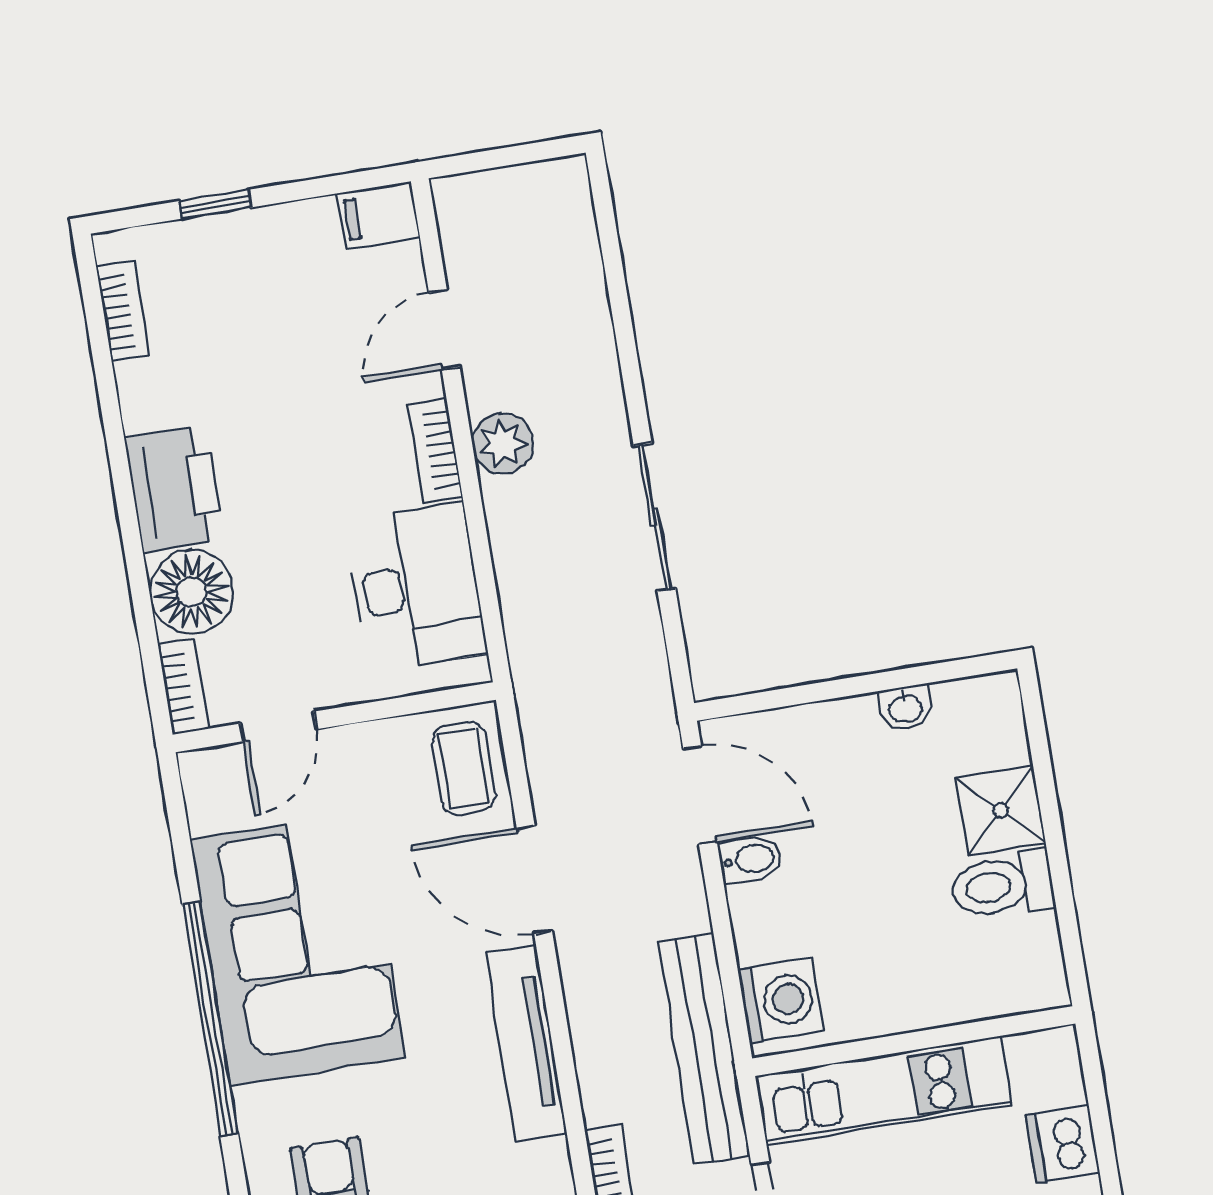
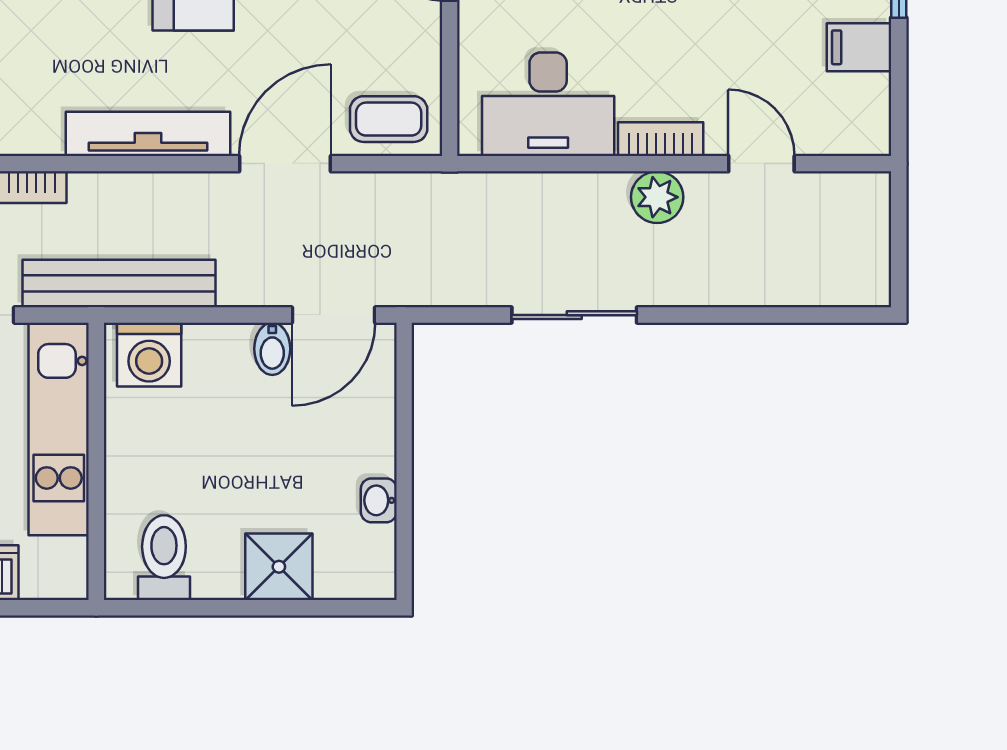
filing cabinet: (378, 215) -> (859, 47), moved, turned -90
toilet: (1002, 885) -> (164, 558), moved

